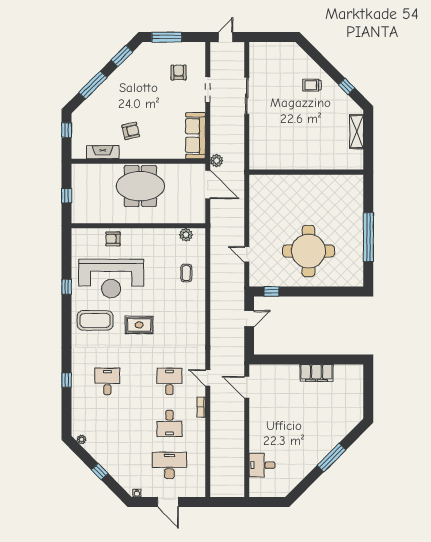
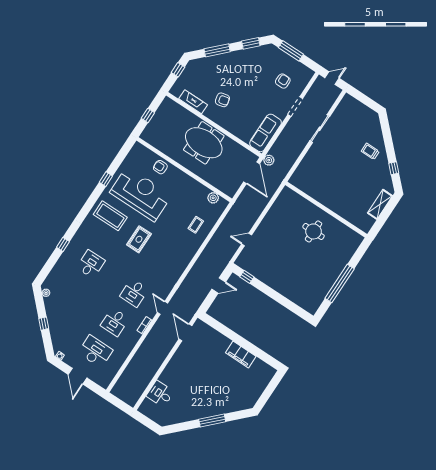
round table: (308, 251) -> (314, 231), moved, width x0.54, depth x0.54
door: (247, 254) -> (247, 240), hinge flipped
reception desk: (111, 278) -> (141, 194), turned 180
rug: (139, 325) -> (139, 239), turned 90
desk: (169, 381) -> (134, 293), turned 180

